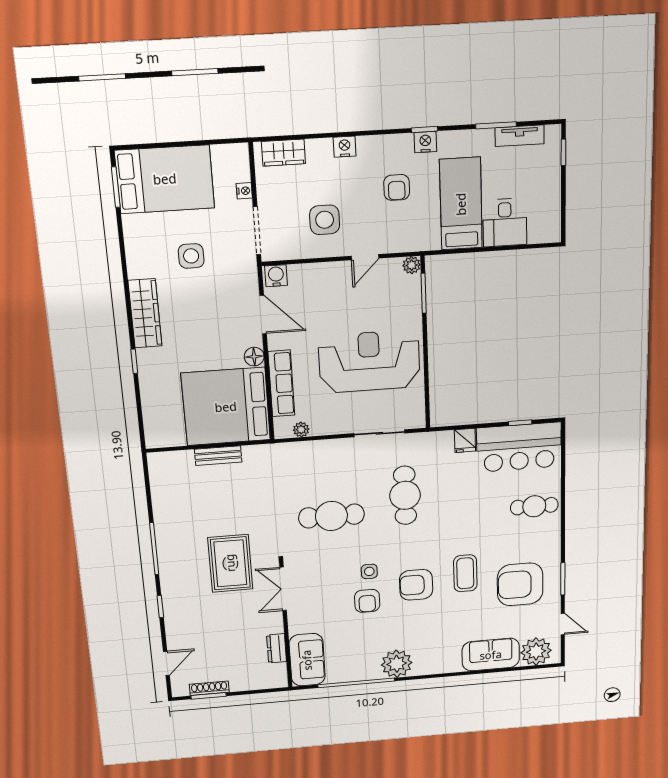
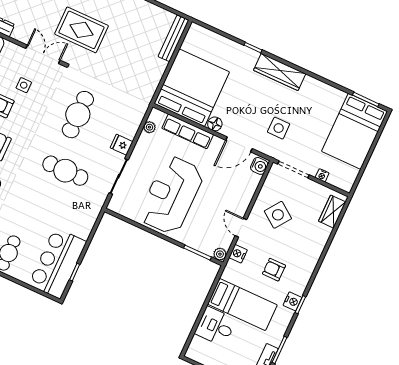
nightstand: (345, 147) -> (238, 254), moved, turned 180
side table: (325, 220) -> (278, 215), turned 36
side table: (191, 256) -> (279, 128), moved
reception desk: (369, 362) -> (171, 195), turned 180
fridge: (465, 440) -> (122, 145), moved
bench: (218, 456) -> (173, 38), moved, width x1.36
side table: (369, 571) -> (24, 85), moved

